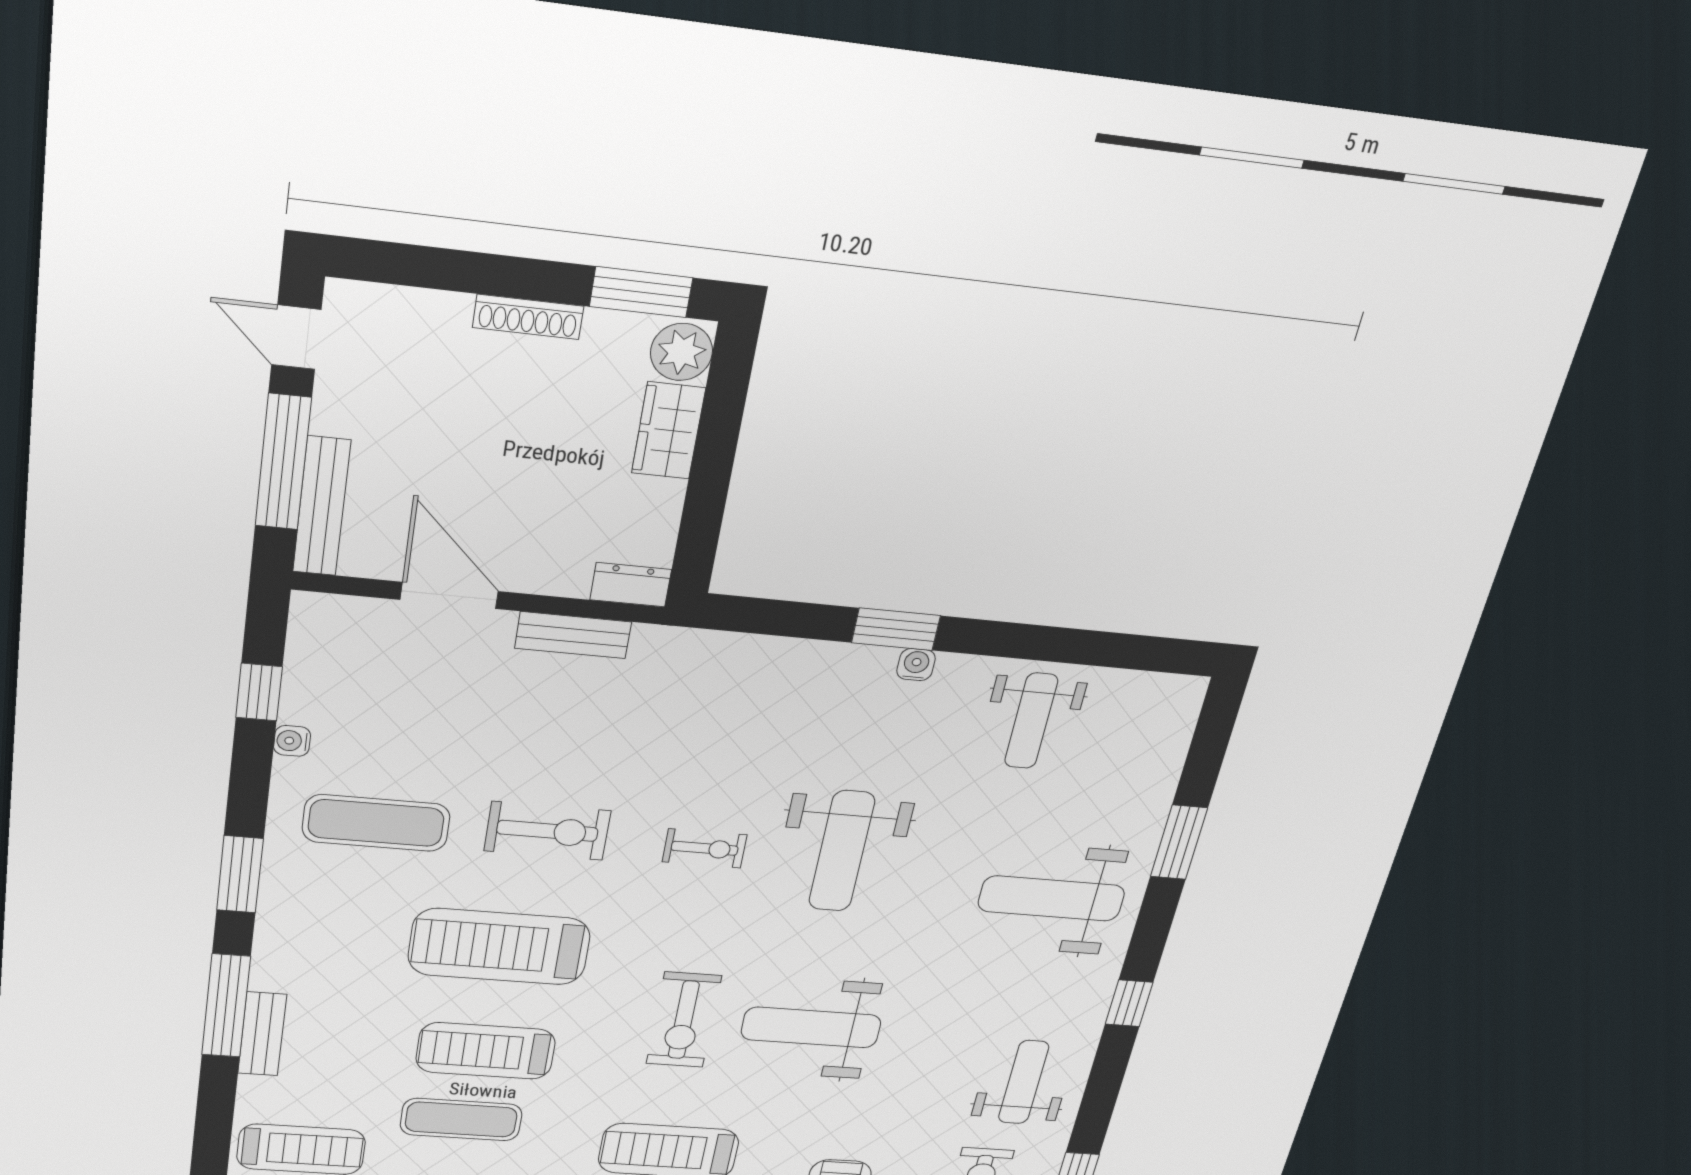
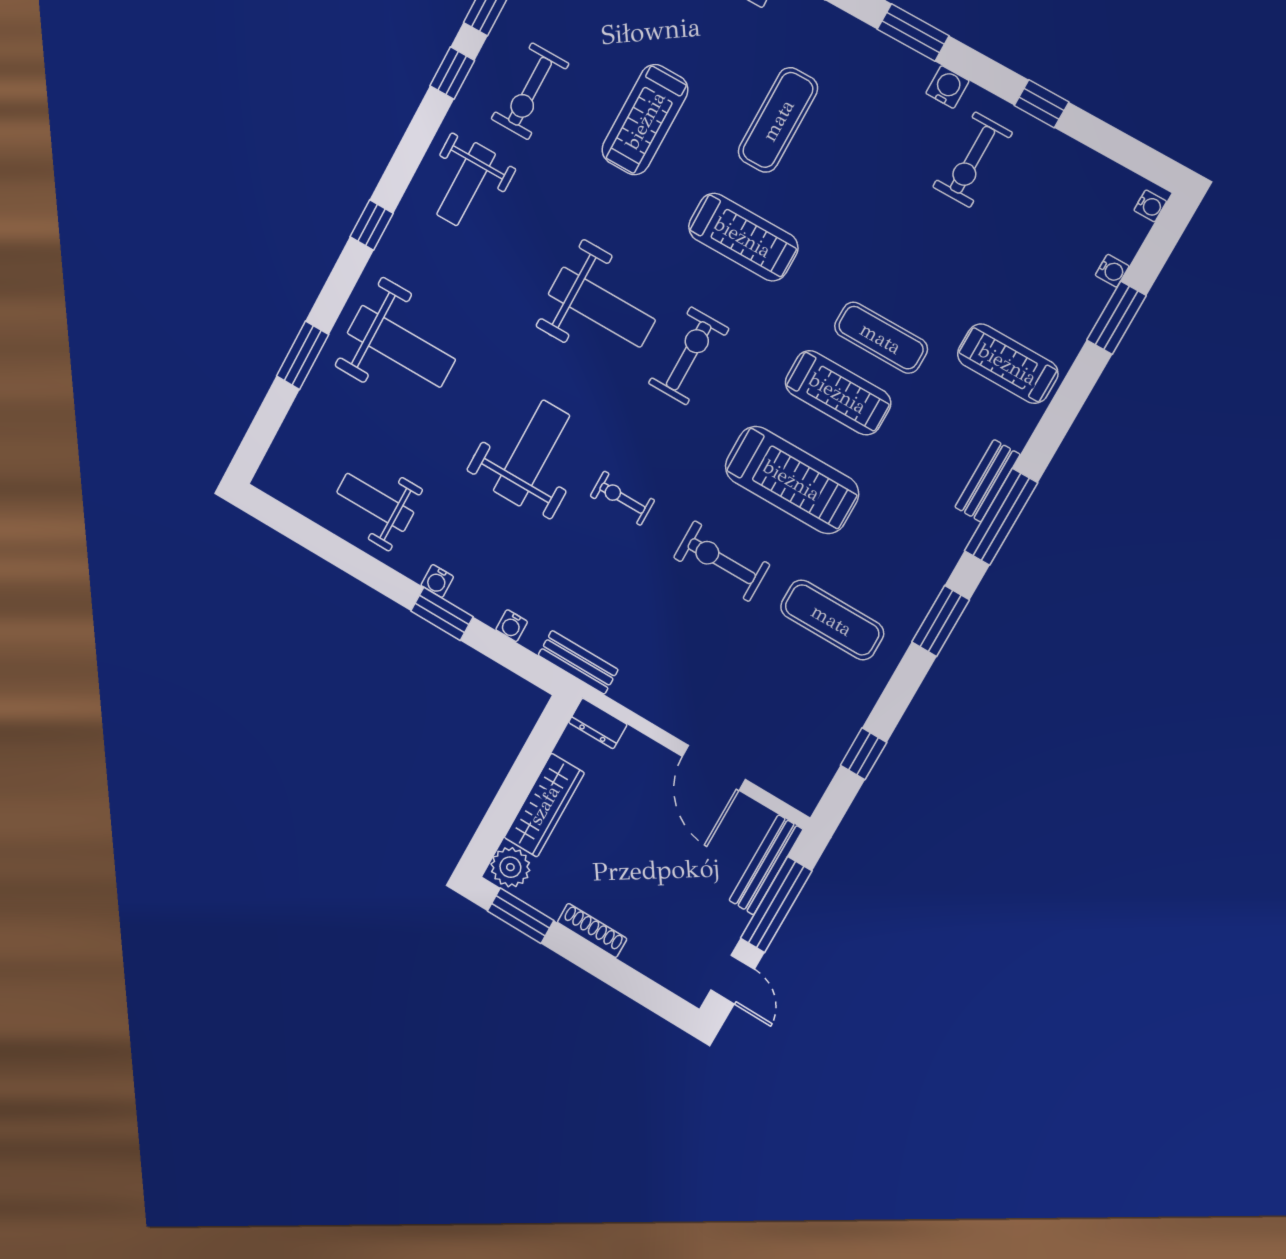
wardrobe: (668, 430) -> (544, 805), width x1.50
bench: (573, 635) -> (578, 662), moved
weight bench: (1031, 721) -> (375, 502), turned -90
water cooler: (292, 741) -> (512, 626), moved, turned 90

